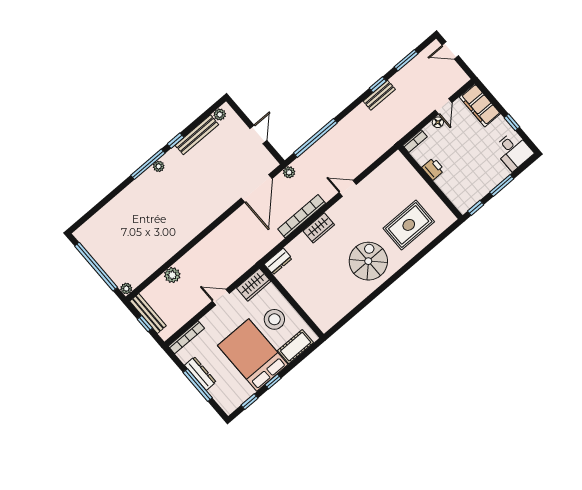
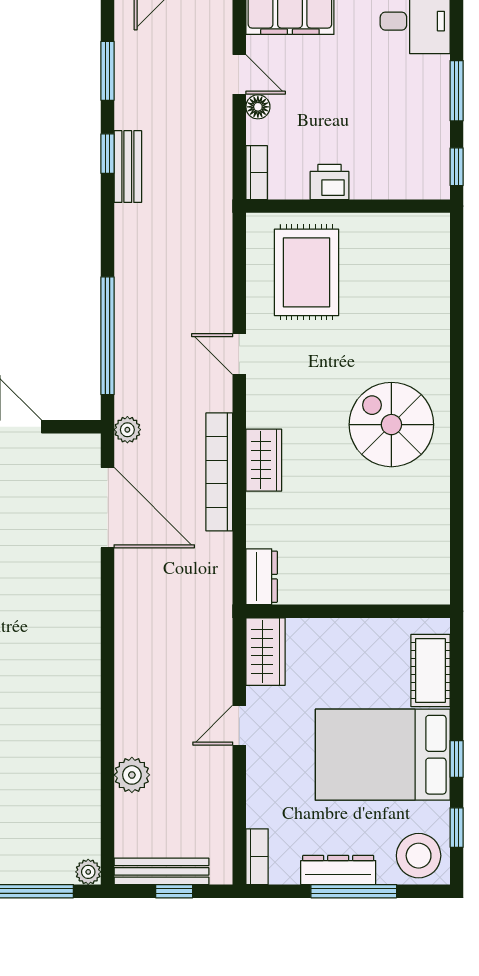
door: (348, 188) -> (239, 354), hinge flipped
rug: (409, 225) -> (307, 272), moved
stool: (274, 319) -> (419, 856), moved
bookcase: (186, 337) -> (257, 857), width x0.64

